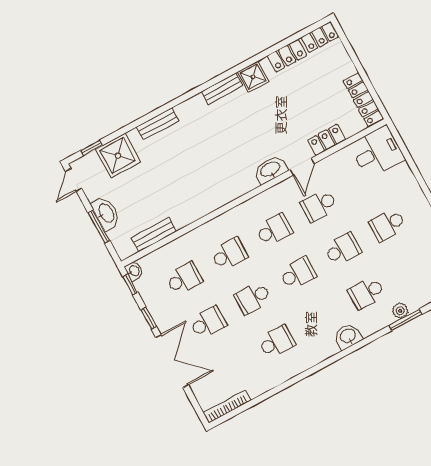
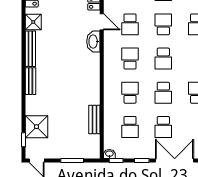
bench: (222, 89) -> (30, 49), width x1.36
bench: (158, 124) -> (31, 81), moved
washbasin: (106, 213) -> (67, 152), removed
bench: (154, 235) -> (94, 120), moved
school desk: (298, 274) -> (163, 59), turned 180
school desk: (184, 279) -> (130, 127), turned 180
school desk: (208, 322) -> (163, 127), turned 180

